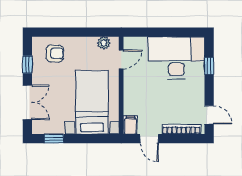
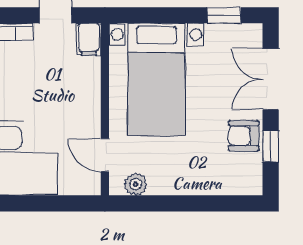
armchair: (55, 53) -> (244, 136), moved
door: (121, 59) -> (105, 155), hinge flipped

